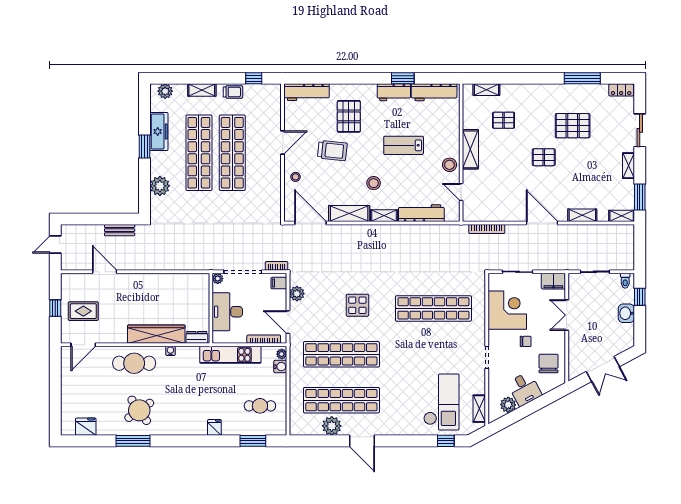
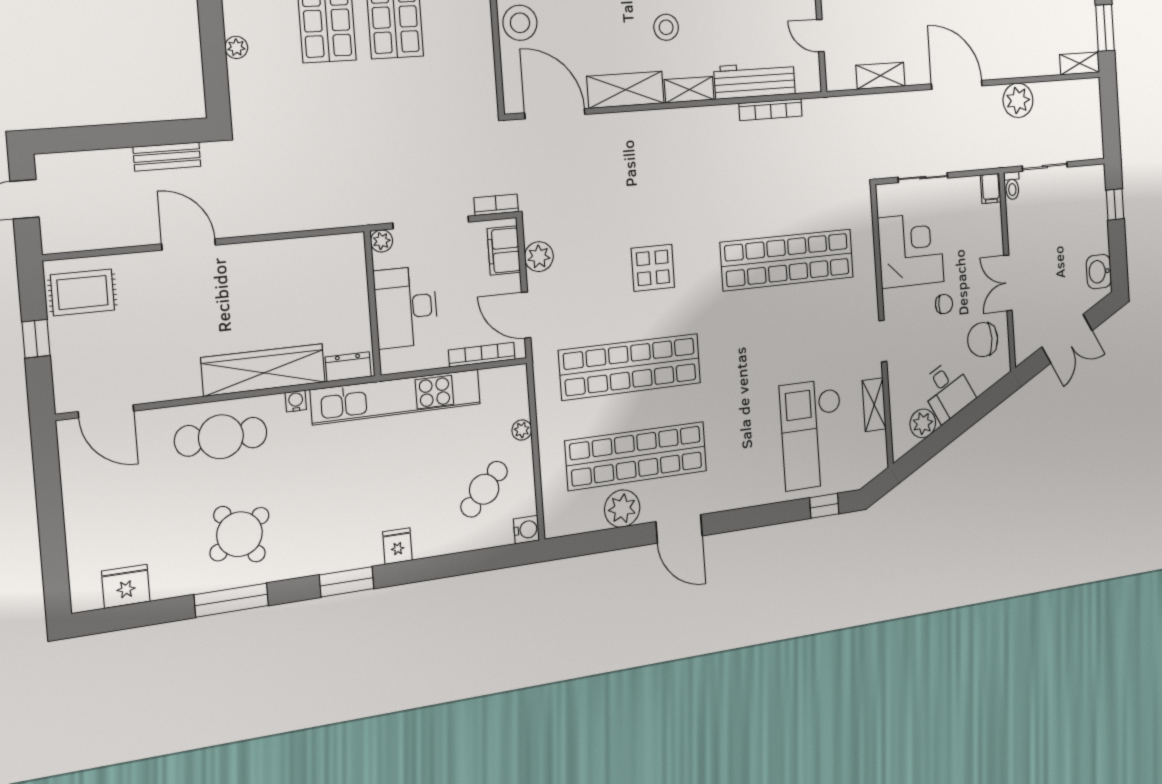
stool: (296, 177) -> (520, 23), width x1.89, depth x1.89
plant: (160, 186) -> (236, 47), width x0.53, depth x0.53
shelving: (582, 215) -> (880, 76), moved
bookcase: (487, 229) -> (771, 110), moved
plant: (580, 234) -> (1018, 100), added
door: (105, 272) -> (189, 245), moved
filing cabinet: (553, 281) -> (991, 188), width x0.50
toilet: (625, 281) -> (1012, 186), moved
filing cabinet: (279, 283) -> (504, 250), width x2.00
rug: (83, 311) -> (83, 292), moved
washbasin: (626, 313) -> (1099, 272), moved
double door: (567, 315) -> (1008, 283), moved
door: (83, 345) -> (106, 411), hinge flipped
plant: (282, 354) -> (522, 430), moved
kitchen unit: (230, 355) -> (396, 397), width x1.36
chair: (549, 363) -> (983, 340), turned -90
water cooler: (280, 367) -> (526, 530), moved
checkout: (441, 402) -> (812, 434), turned 180
cafe table: (260, 406) -> (484, 489), turned -47
shelving: (479, 409) -> (874, 405), moved
window: (253, 441) -> (347, 582), moved

